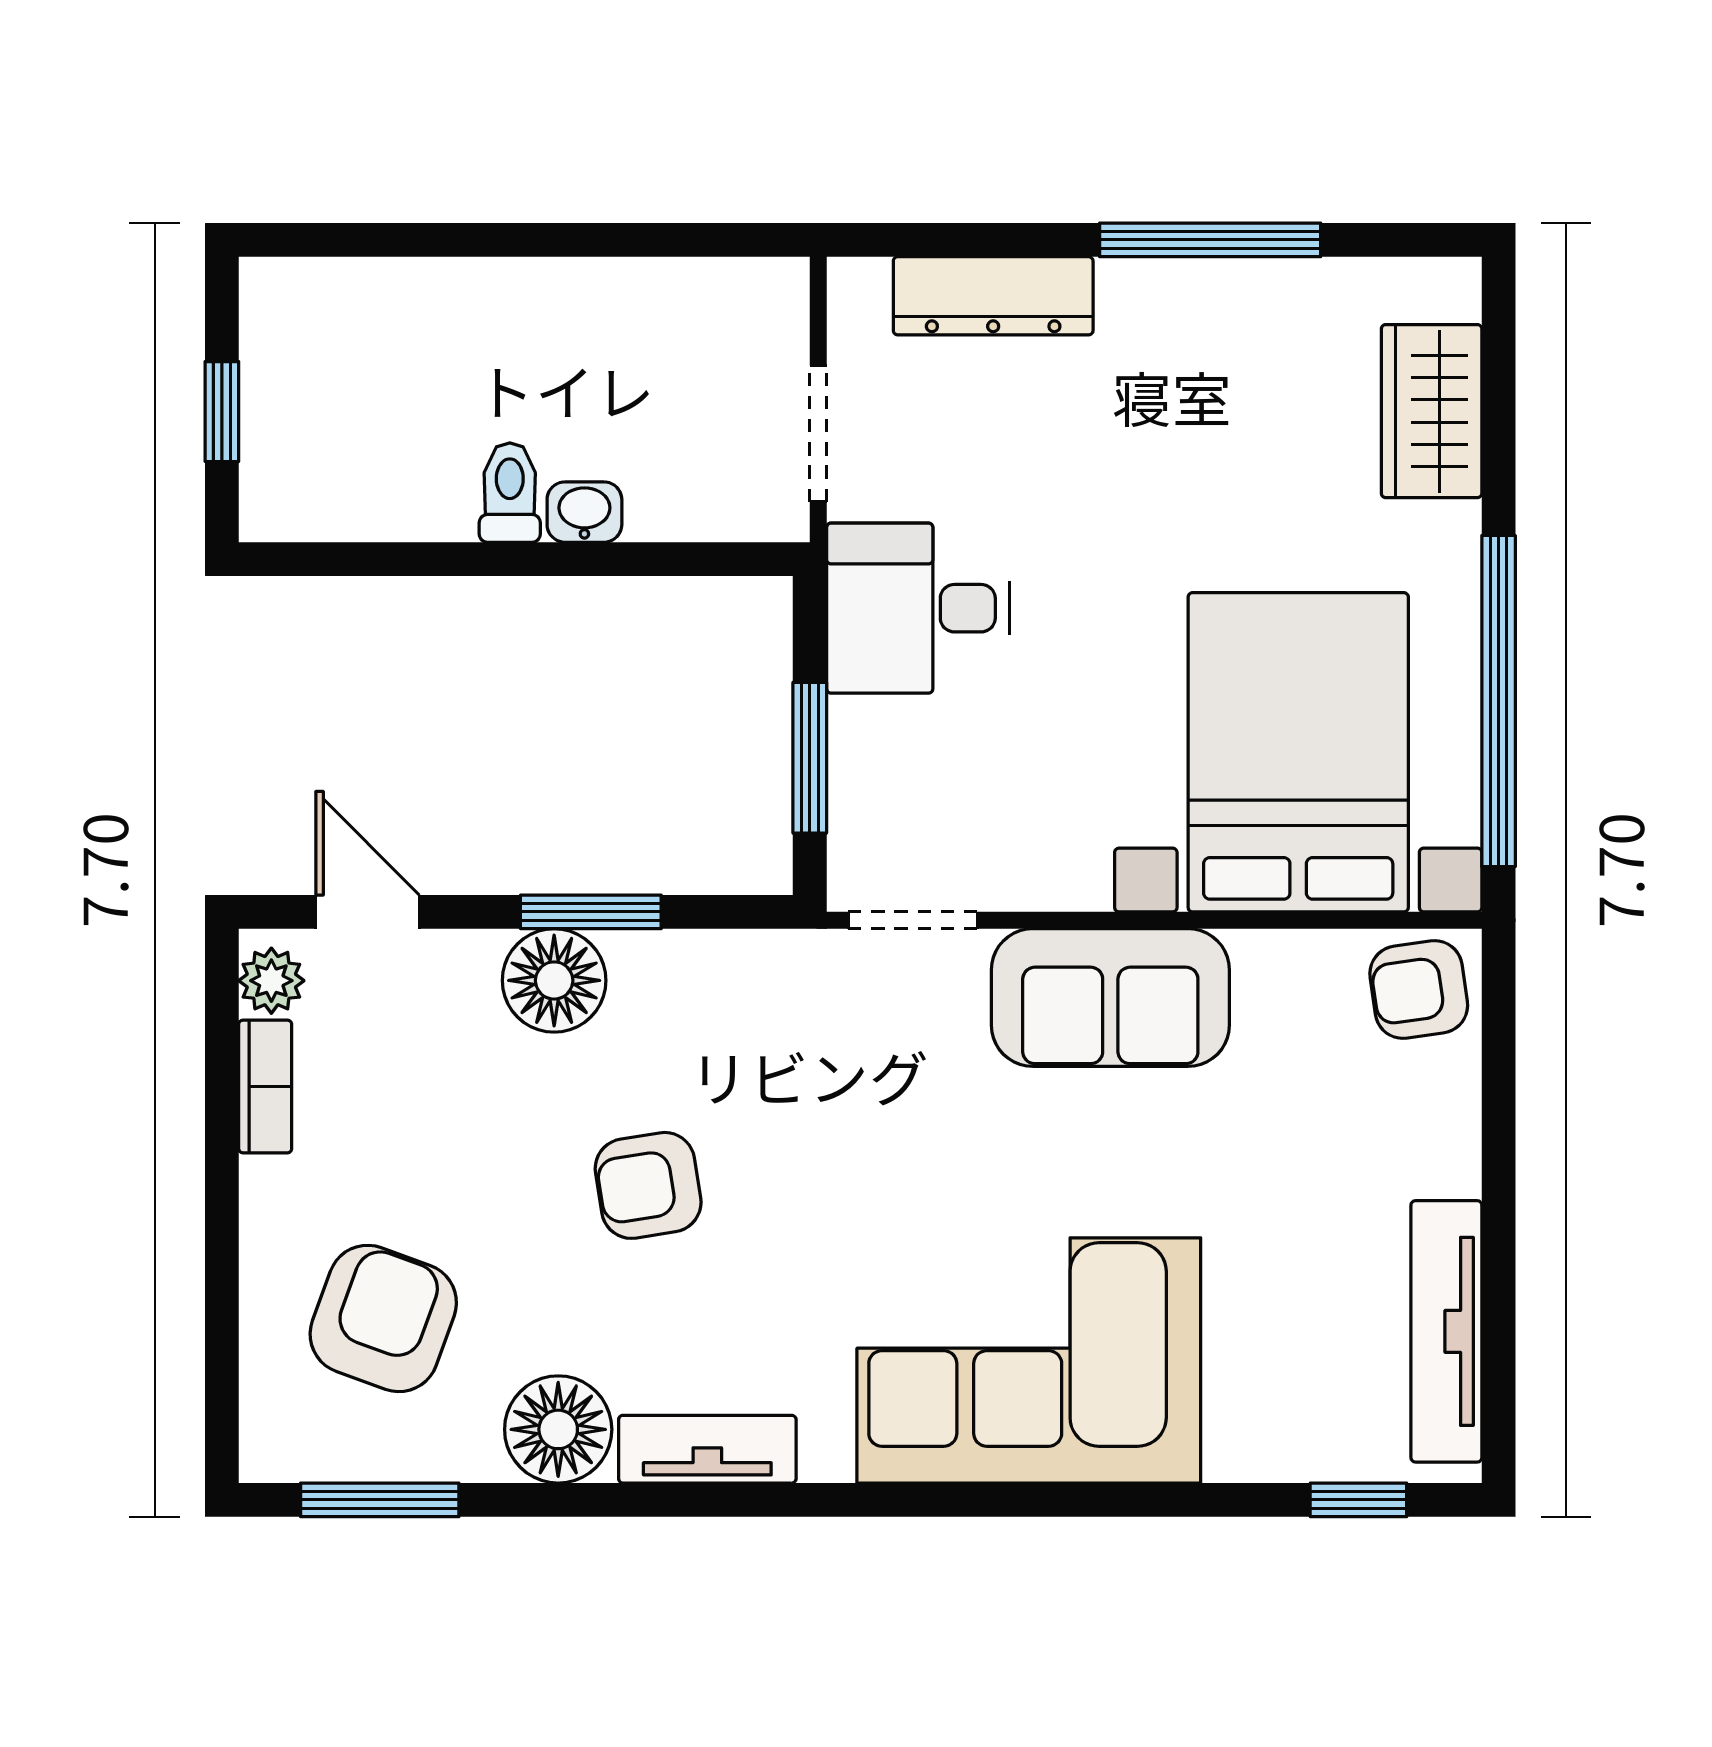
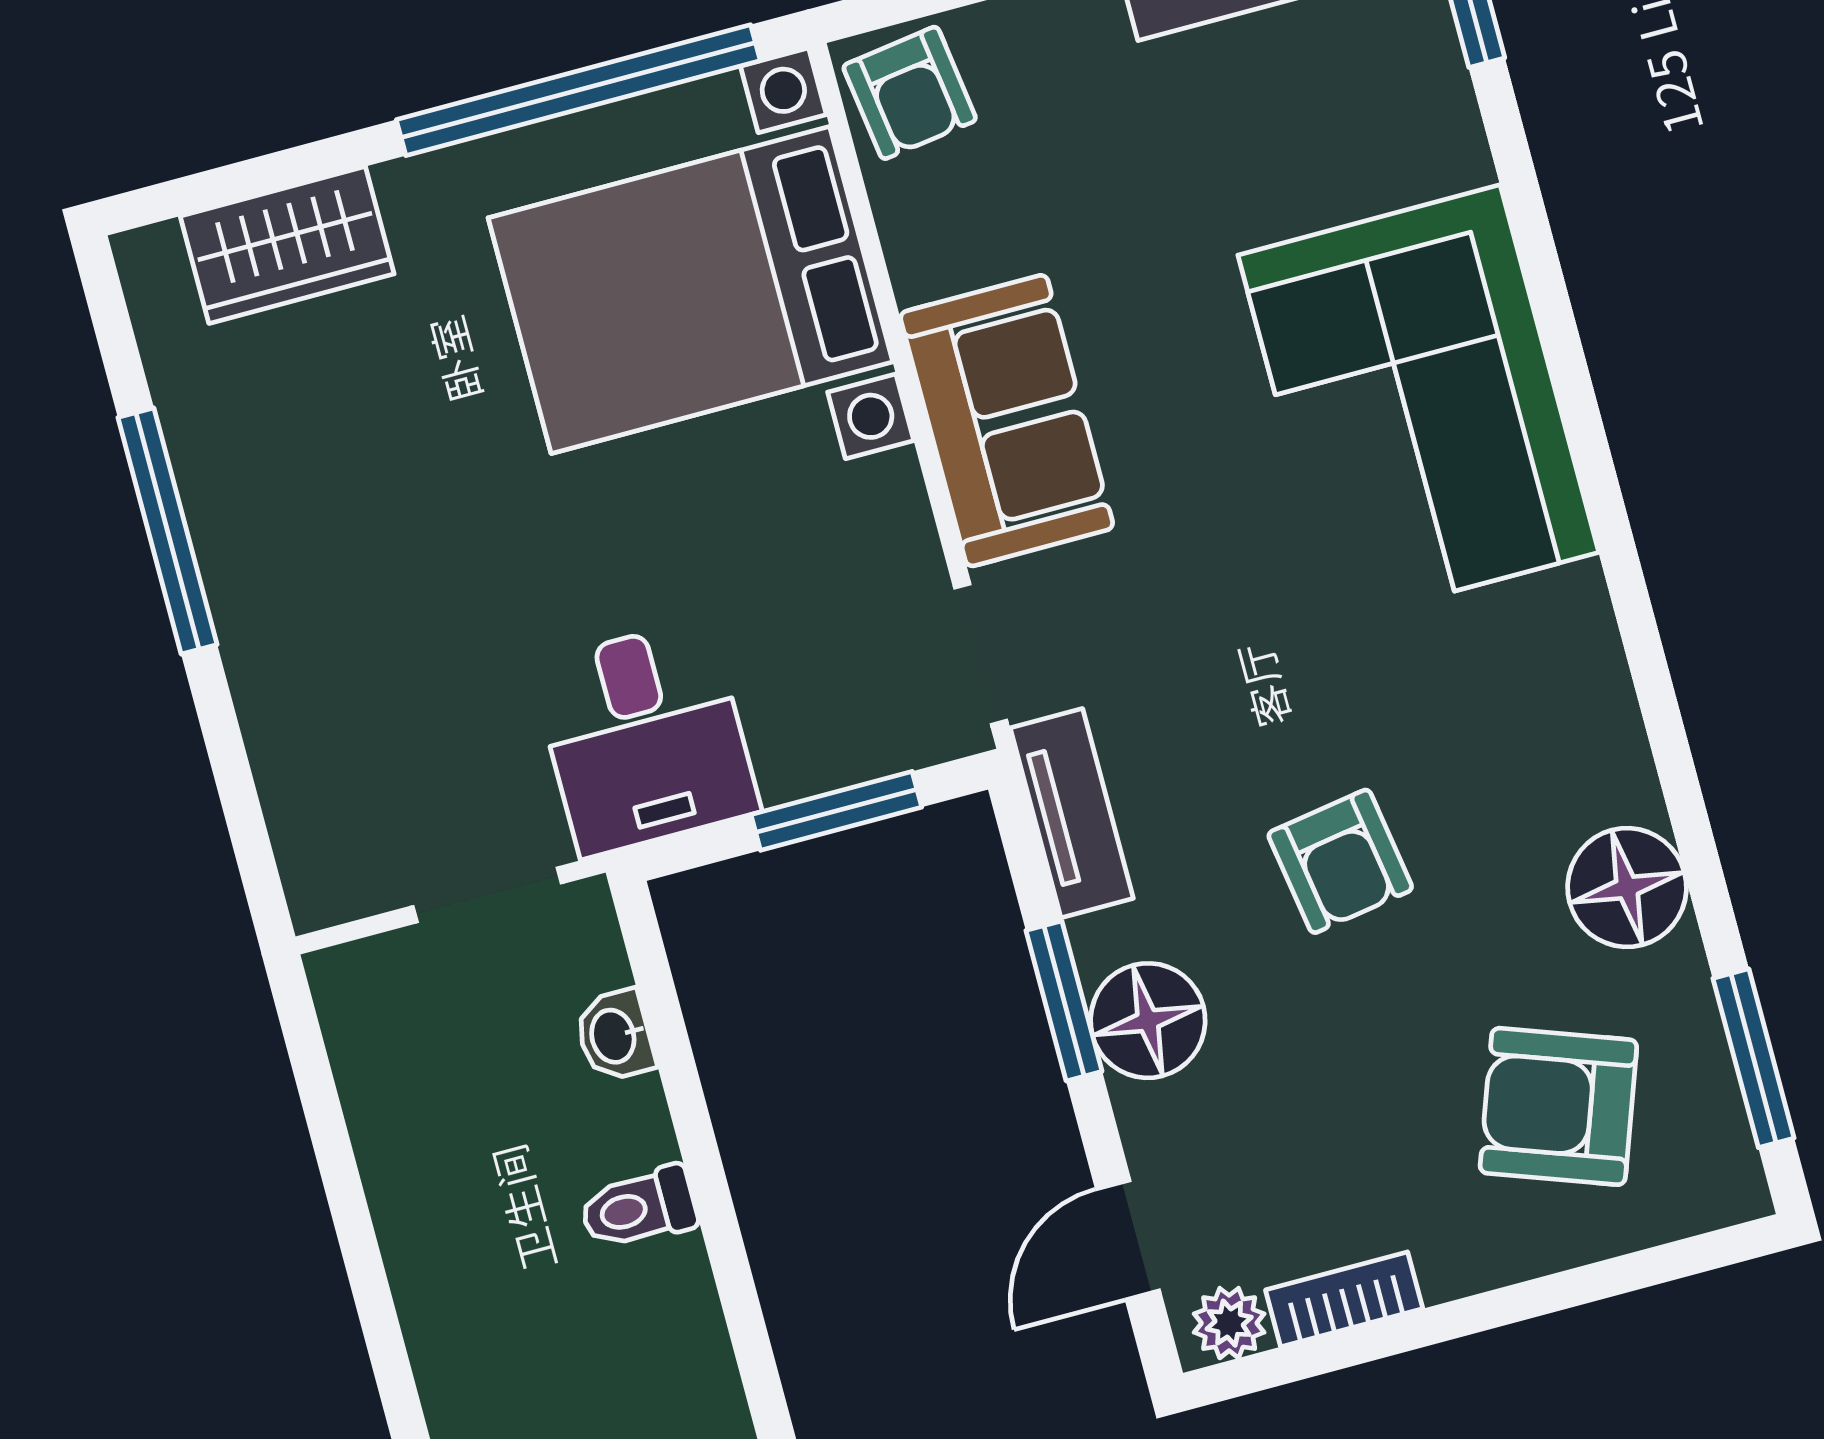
dresser: (993, 296) -> (289, 747), removed
washbasin: (584, 512) -> (615, 1036), moved
tv unit: (707, 1449) -> (1072, 813), moved, turned 180

